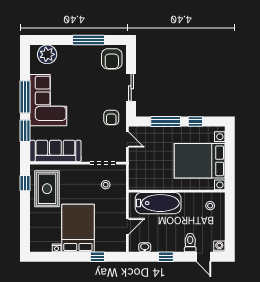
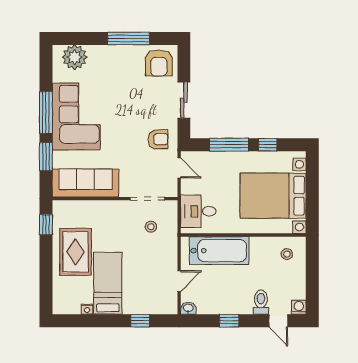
armchair: (111, 117) -> (158, 139), turned -92
desk: (142, 173) -> (198, 211), added
rug: (47, 189) -> (75, 252), moved
bed: (78, 228) -> (108, 283), width x0.67
washbasin: (145, 247) -> (188, 308), moved

